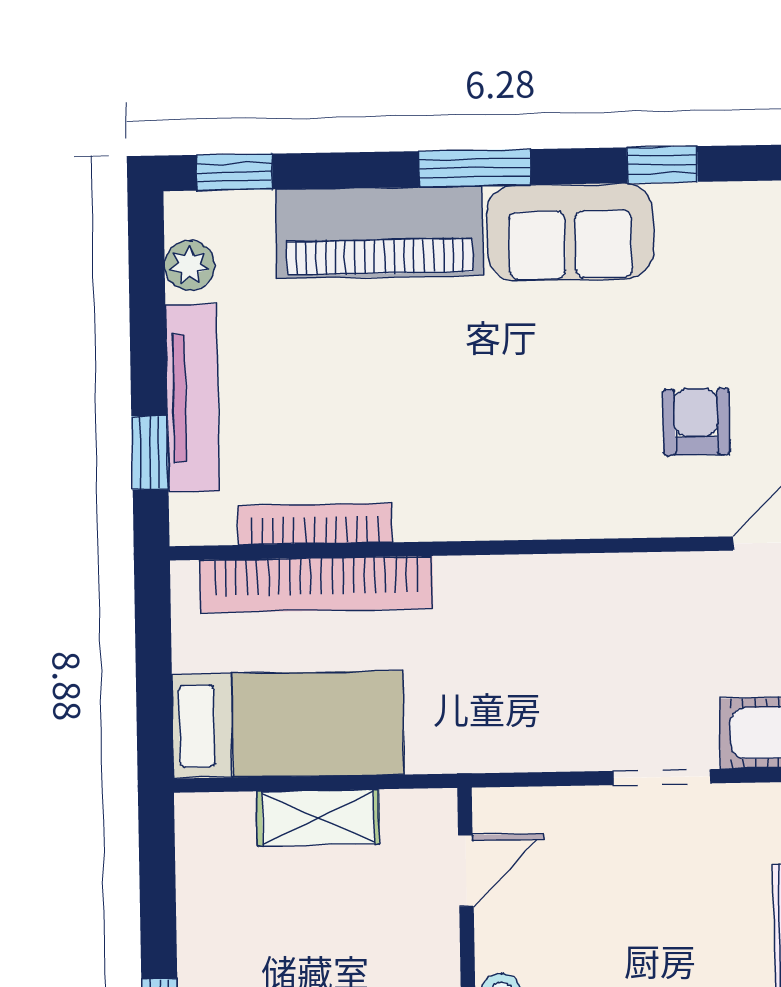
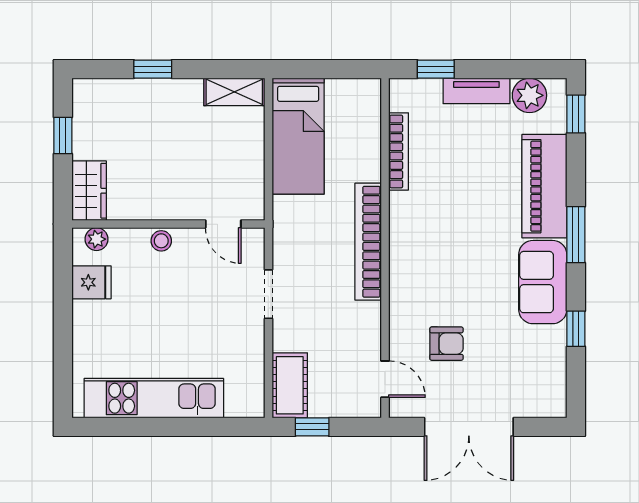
plant: (190, 265) -> (529, 95), width x1.38, depth x1.38
tv unit: (192, 398) -> (476, 91), width x0.71
bookcase: (316, 584) -> (368, 242), moved
doorway: (662, 777) -> (268, 294), moved
shelving: (318, 818) -> (234, 92), moved, turned 90

